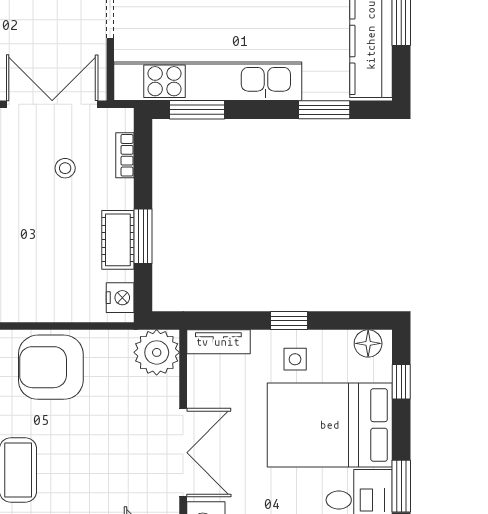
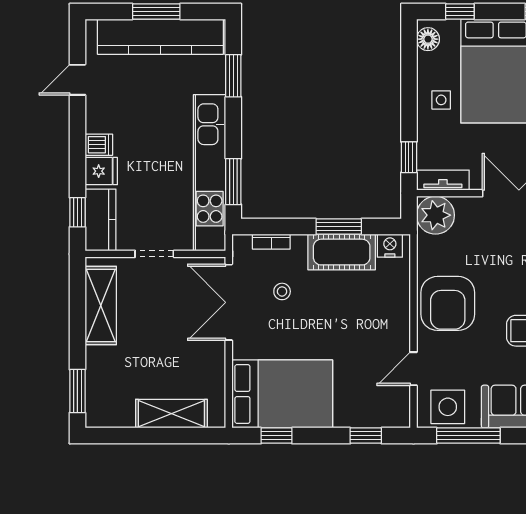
cot: (118, 240) -> (342, 252), width x1.37, depth x1.34
window: (289, 321) -> (409, 157), moved
tv unit: (218, 342) -> (443, 180), moved, turned -90

